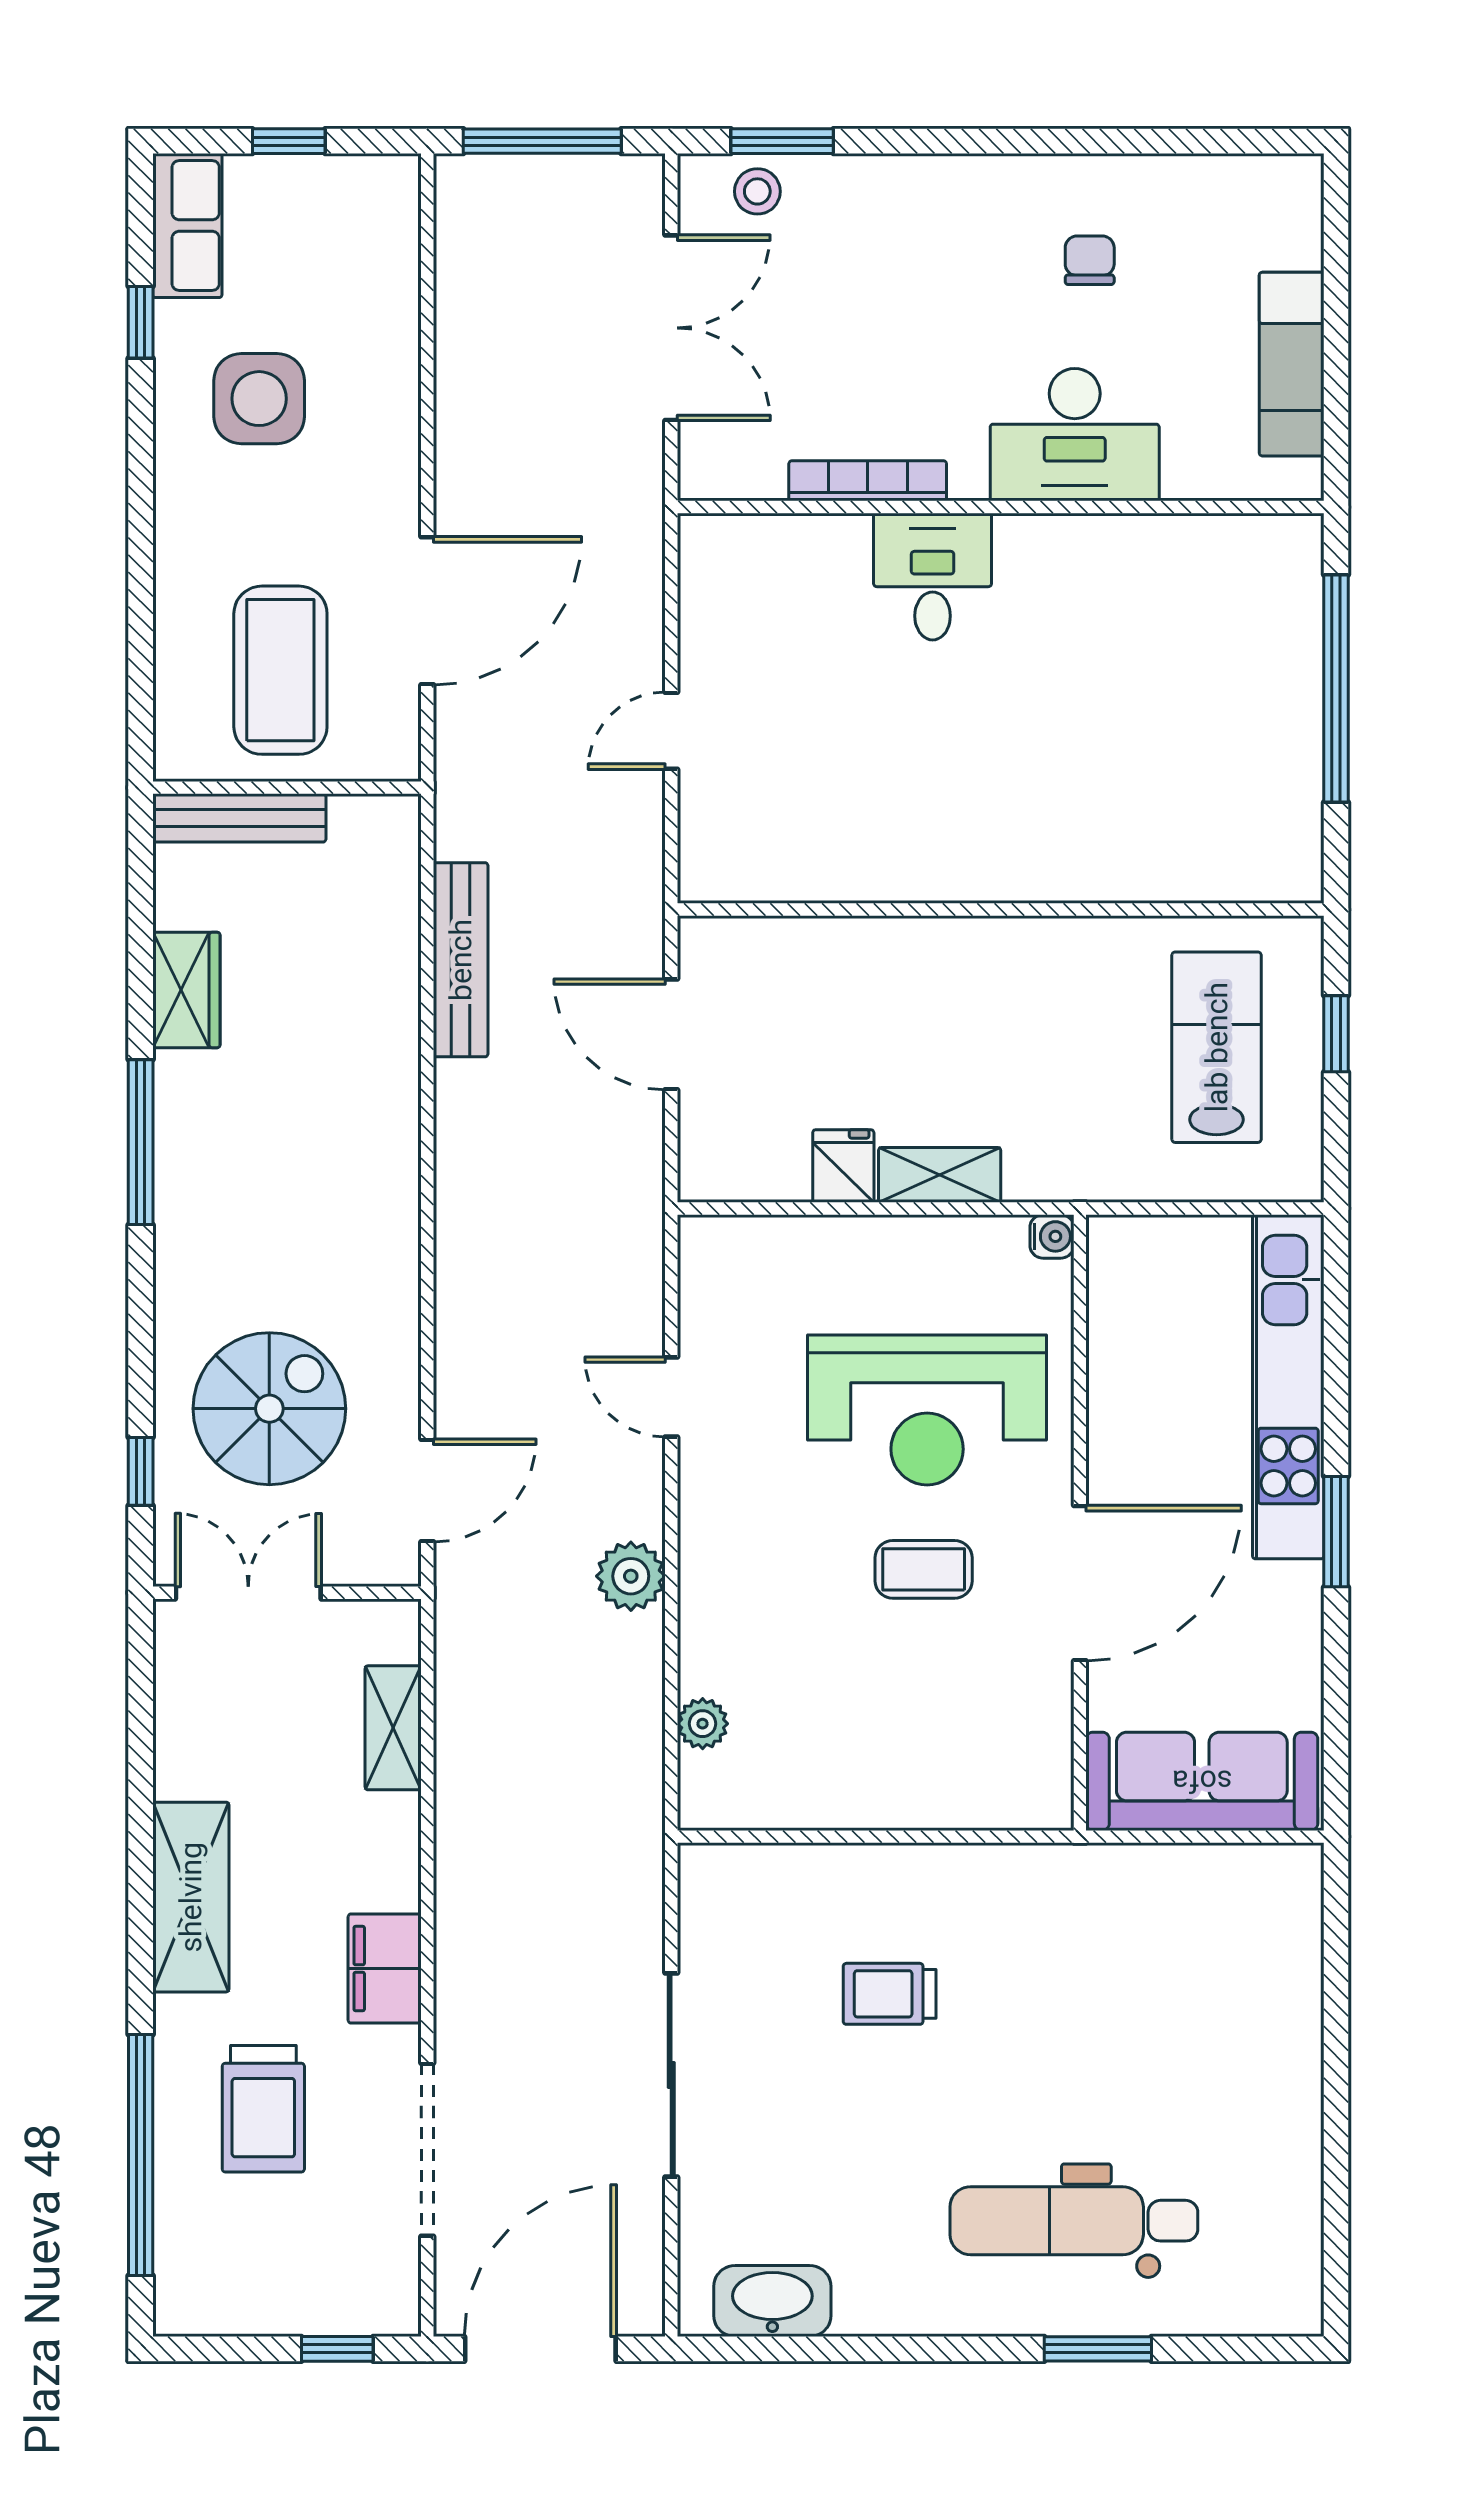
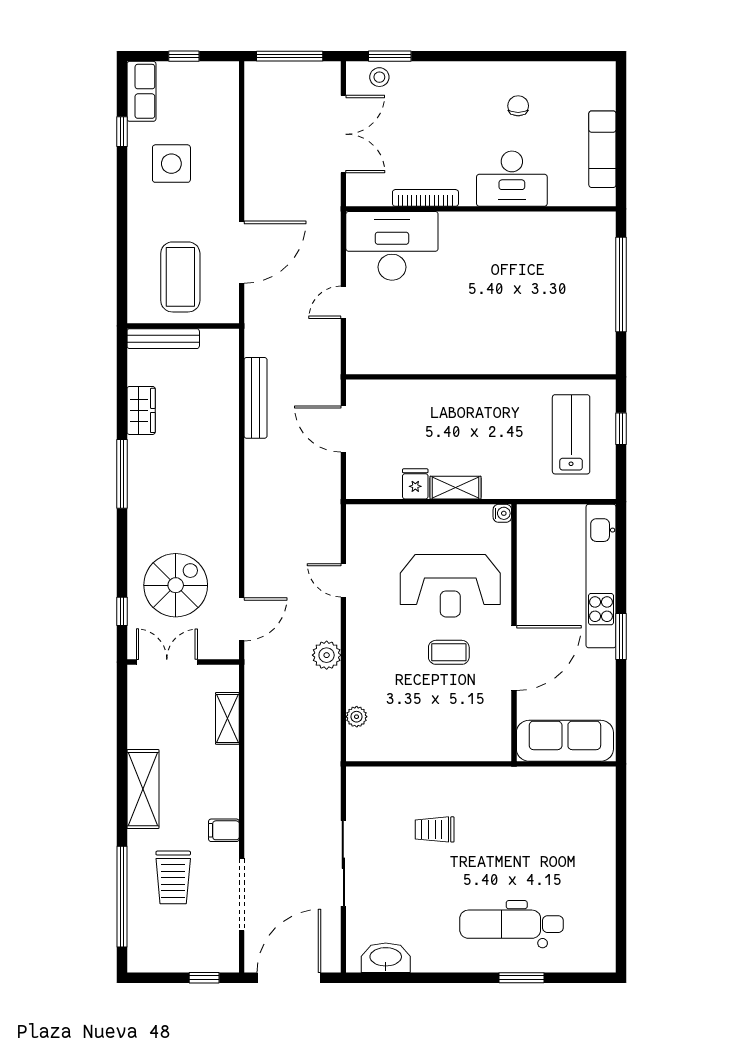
desk: (933, 577) -> (392, 246), moved, width x1.87, depth x1.30
filing cabinet: (385, 1969) -> (224, 830), width x0.50

